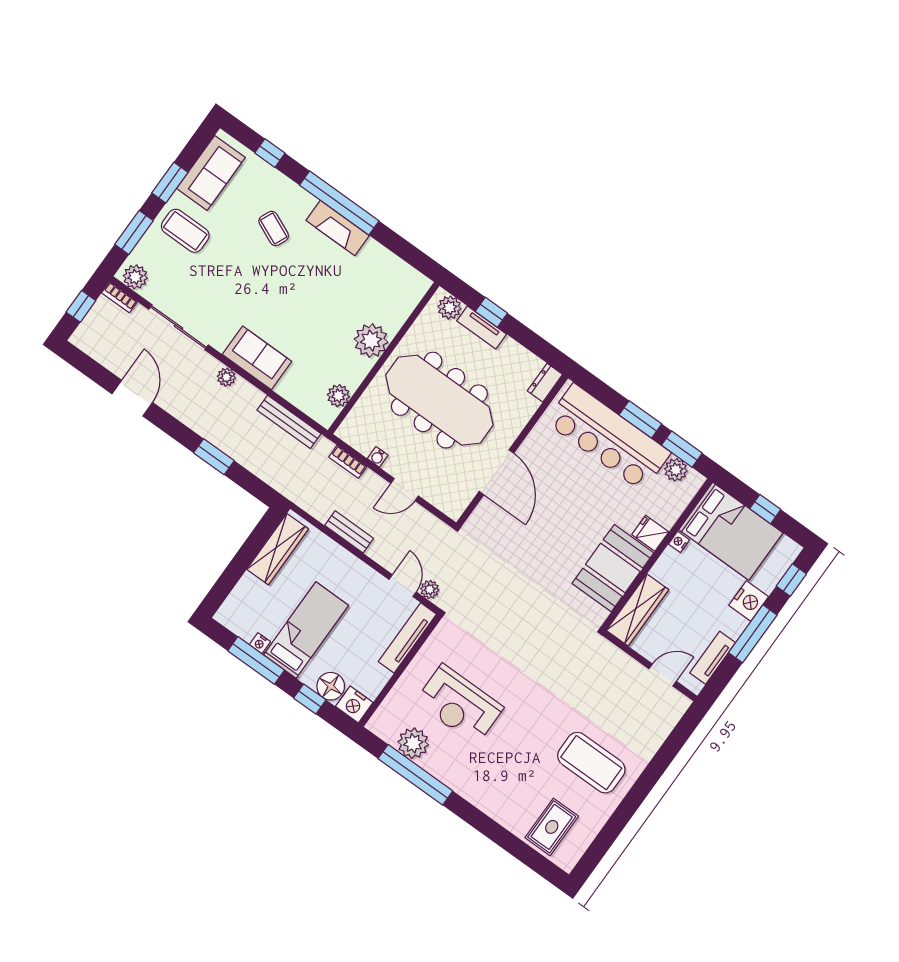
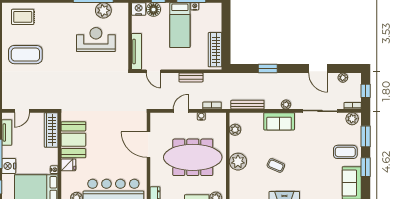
coffee table: (274, 228) -> (276, 165), moved
plant: (430, 589) -> (343, 78), moved
rug: (552, 827) -> (23, 17), turned 90

